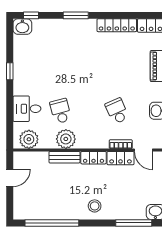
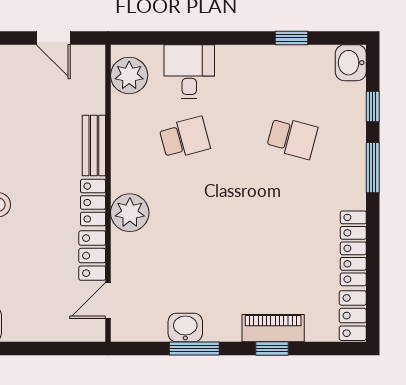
window: (31, 15) -> (373, 107), moved
window: (10, 71) -> (291, 38), moved
school desk: (117, 111) -> (292, 138), moved, turned 39
plant: (66, 139) -> (130, 213), moved
bookcase: (121, 144) -> (120, 256), removed

